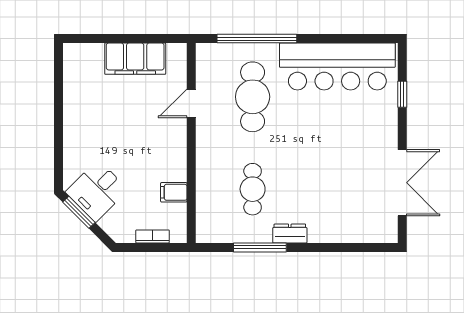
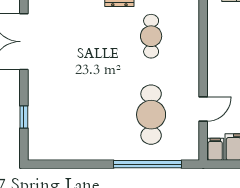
bar counter: (337, 66) -> (79, 140), removed
filing cabinet: (174, 192) -> (215, 149), moved, turned -90

